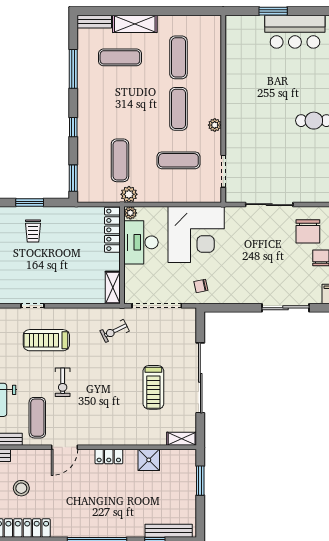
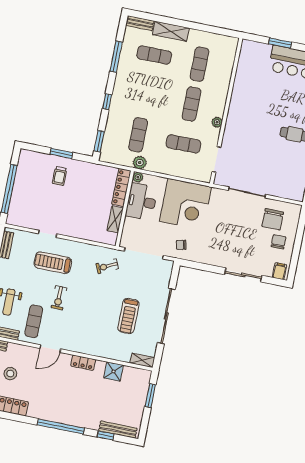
shelving: (113, 288) -> (115, 219), moved

